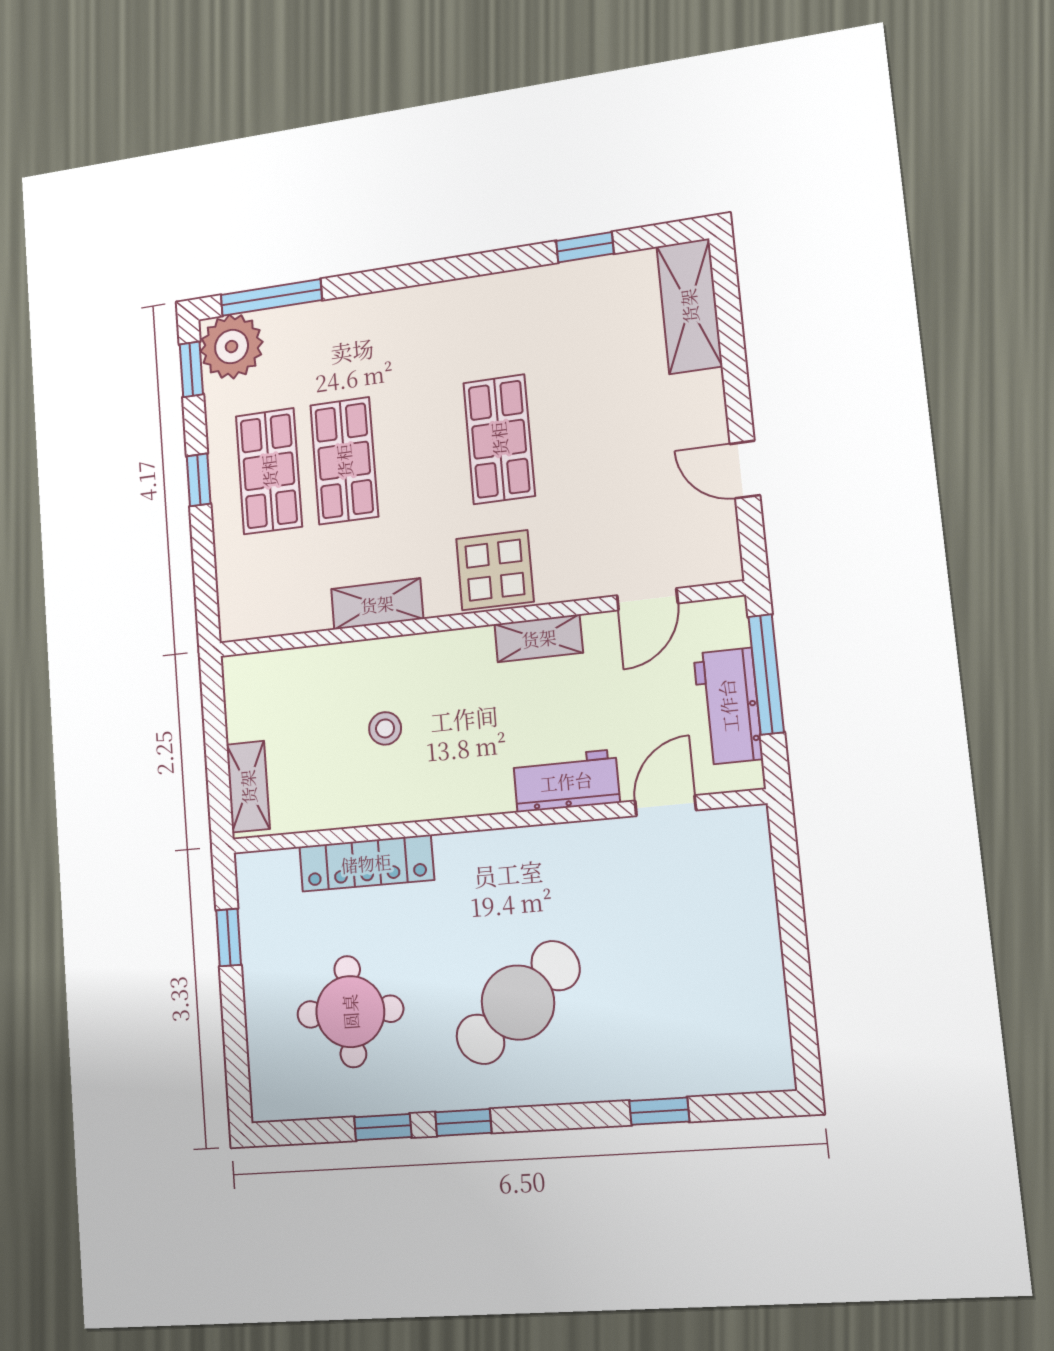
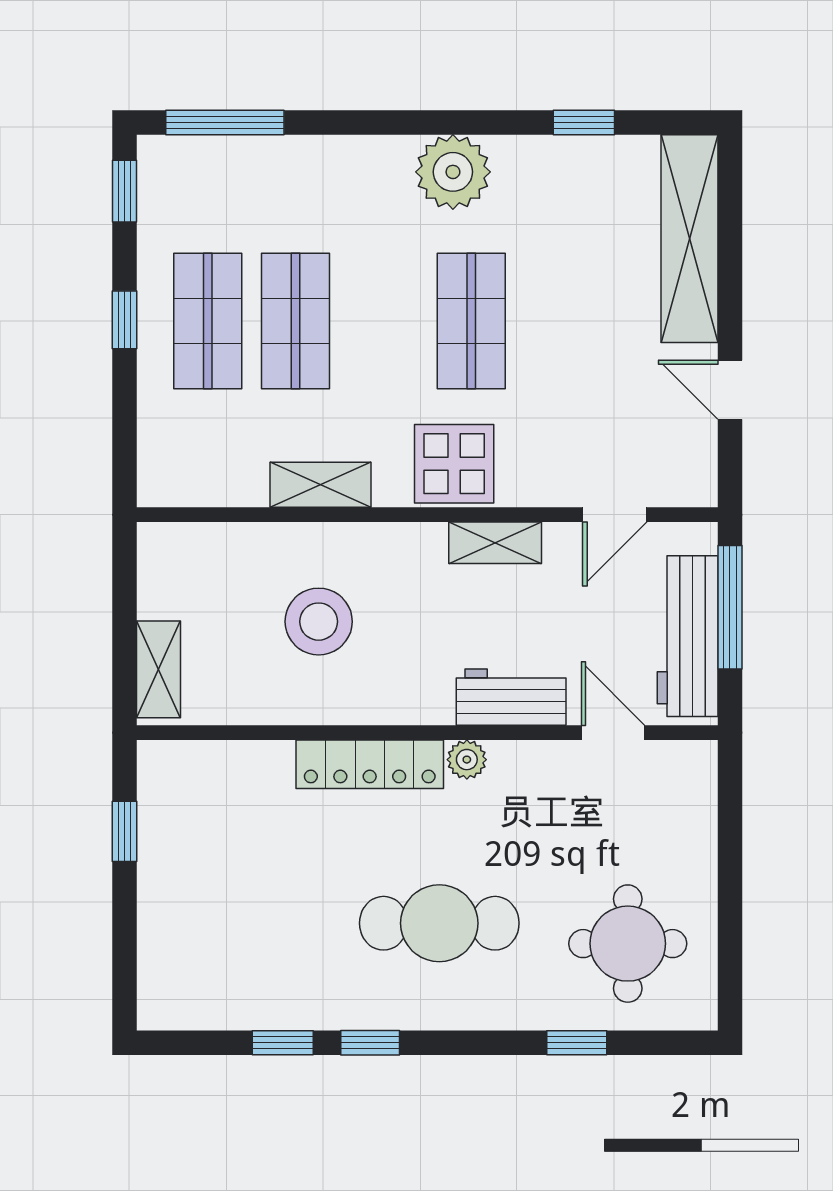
shelving: (689, 306) -> (689, 239), width x1.47
plant: (232, 347) -> (453, 172), moved
workbench: (728, 706) -> (688, 636), width x1.38
stool: (385, 728) -> (319, 622), width x1.89, depth x1.89
door: (665, 806) -> (613, 733), hinge flipped
plant: (530, 844) -> (467, 760), added
locker: (366, 863) -> (370, 764), moved
cafe table: (518, 1003) -> (439, 923), turned 39
round table: (350, 1012) -> (628, 944), moved

